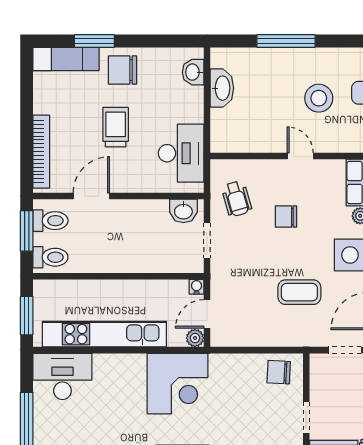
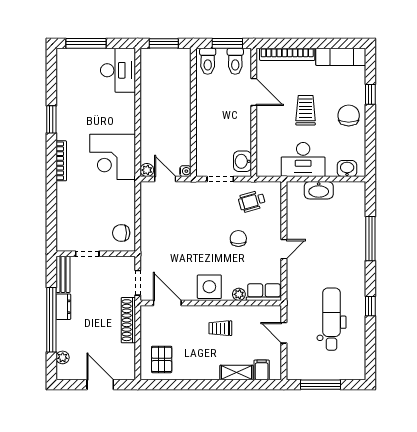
window: (94, 41) -> (370, 94), width x0.67
exam couch: (66, 59) -> (341, 57), moved, turned -90
washbasin: (222, 88) -> (319, 190), moved
stool: (319, 98) -> (327, 263), removed
trolley: (116, 127) -> (306, 110), turned -90
desk: (181, 153) -> (303, 160), moved
coffee table: (299, 292) -> (181, 249), removed
kitchen unit: (104, 334) -> (150, 102), removed
chair: (279, 372) -> (121, 233), turned -93

